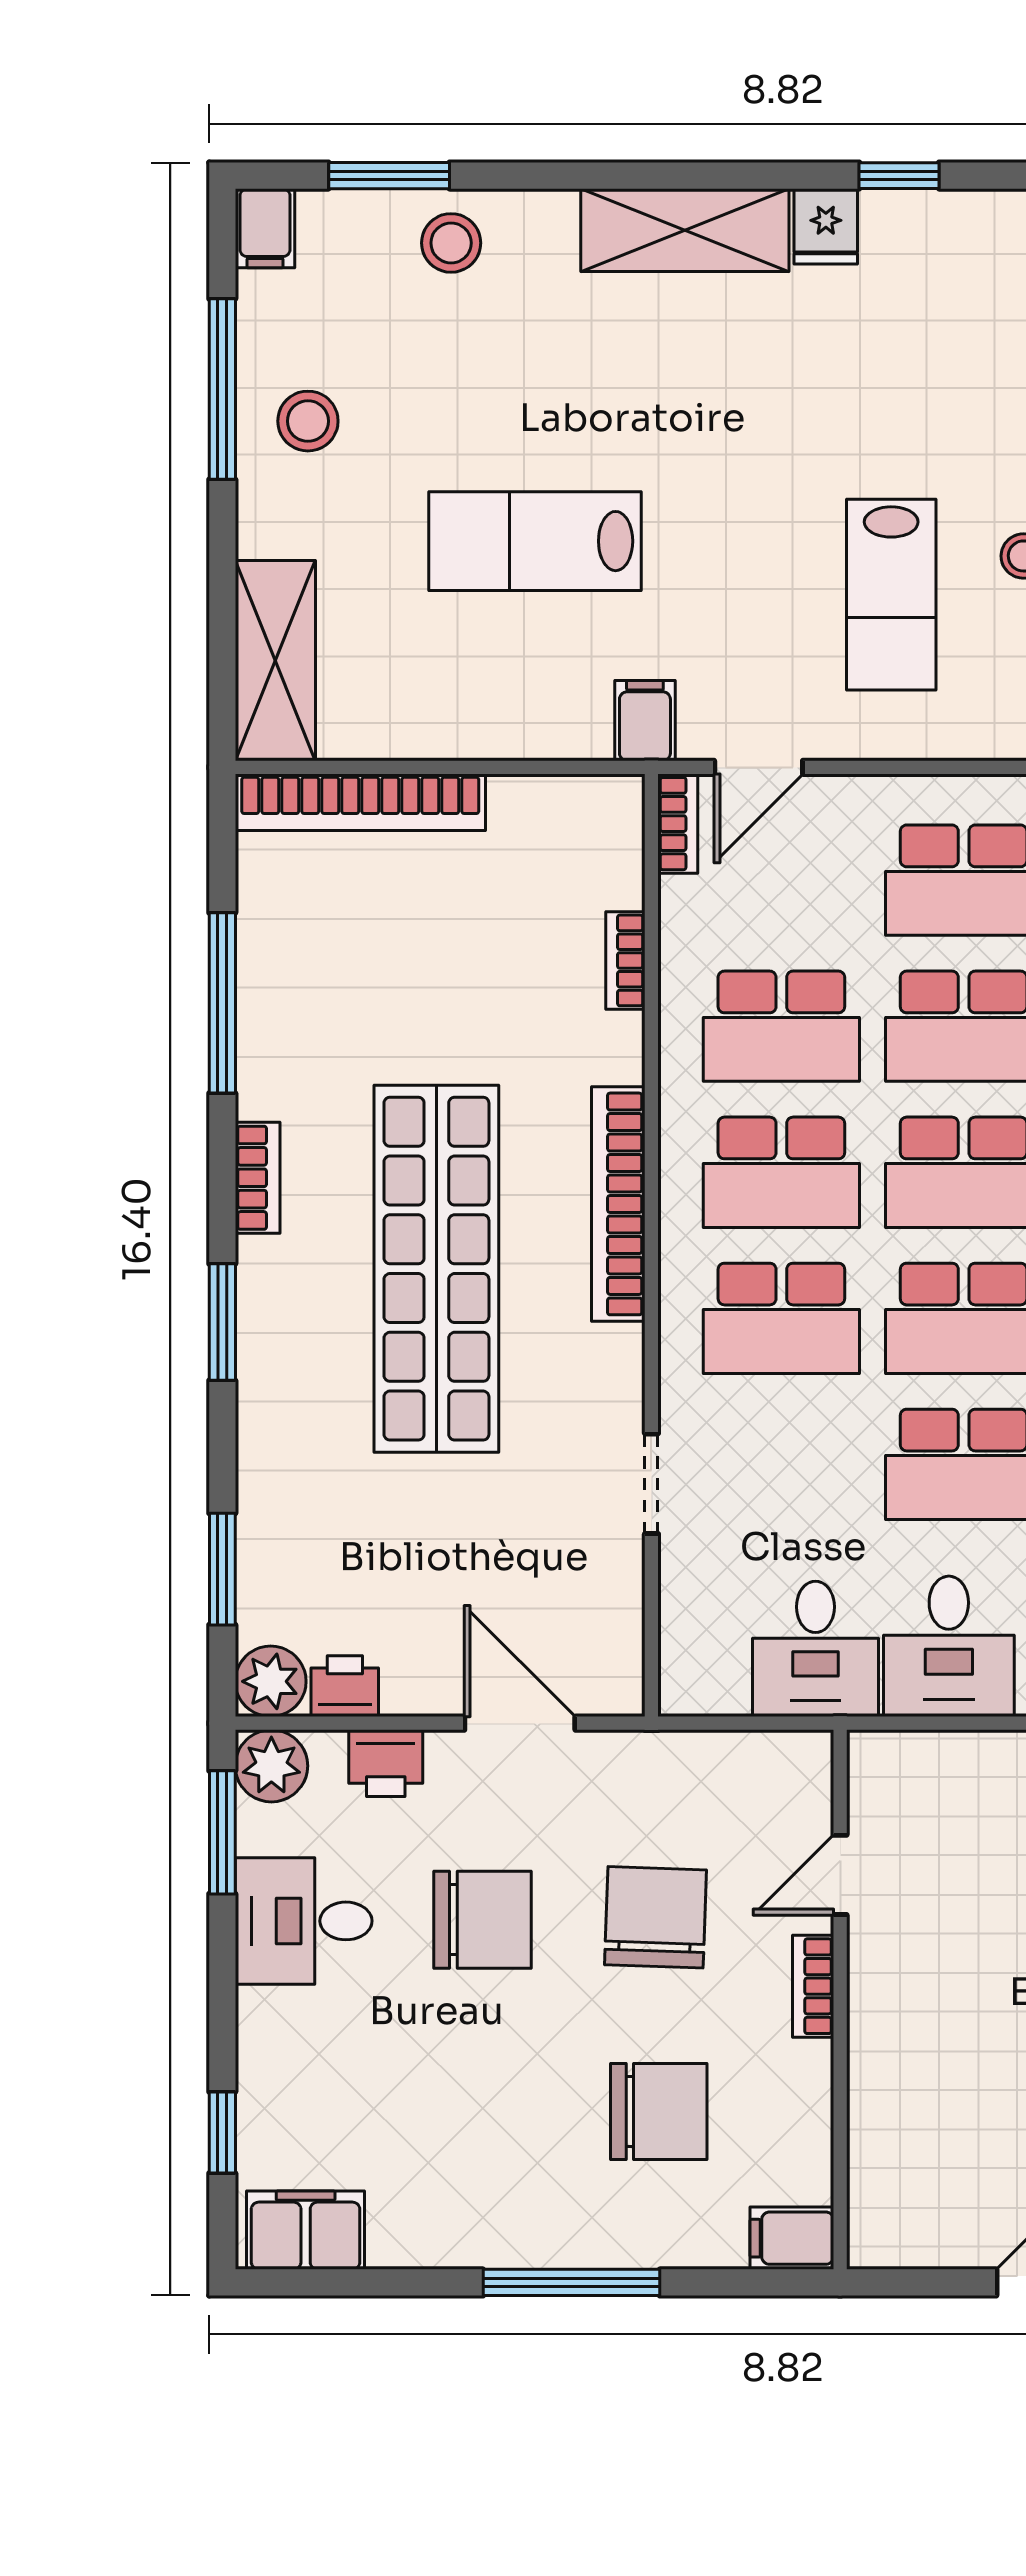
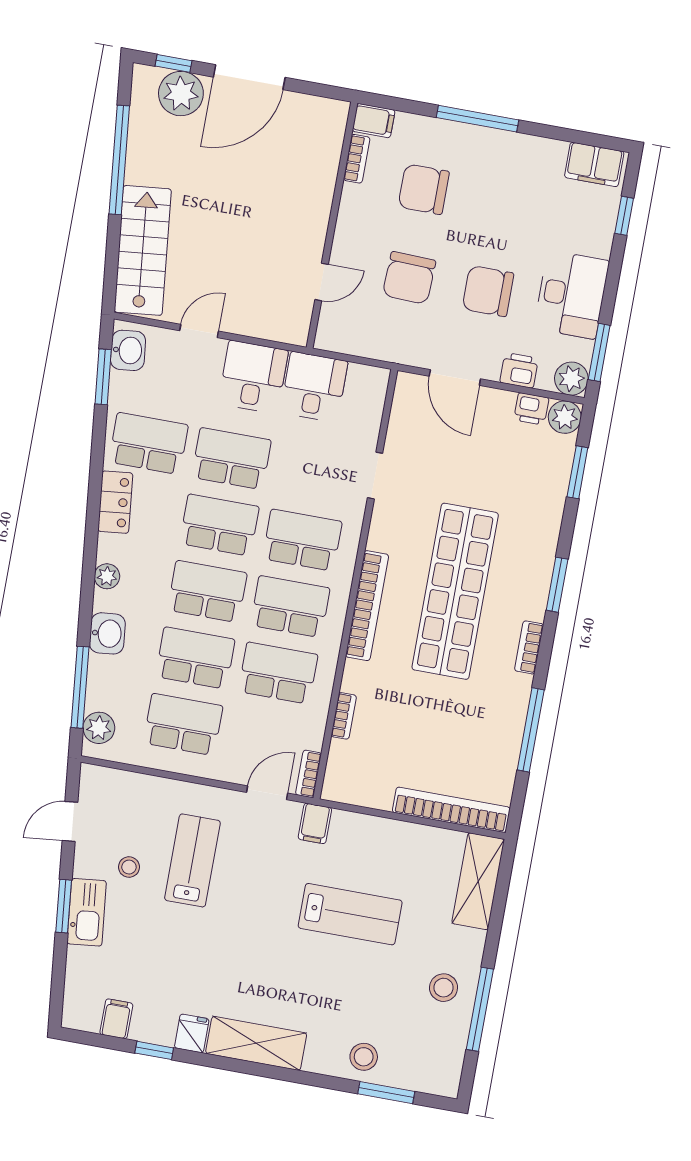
filing cabinet: (265, 228) -> (116, 1019), moved
desk: (304, 1921) -> (572, 295), width x1.37
bookcase: (813, 1986) -> (357, 159), moved

